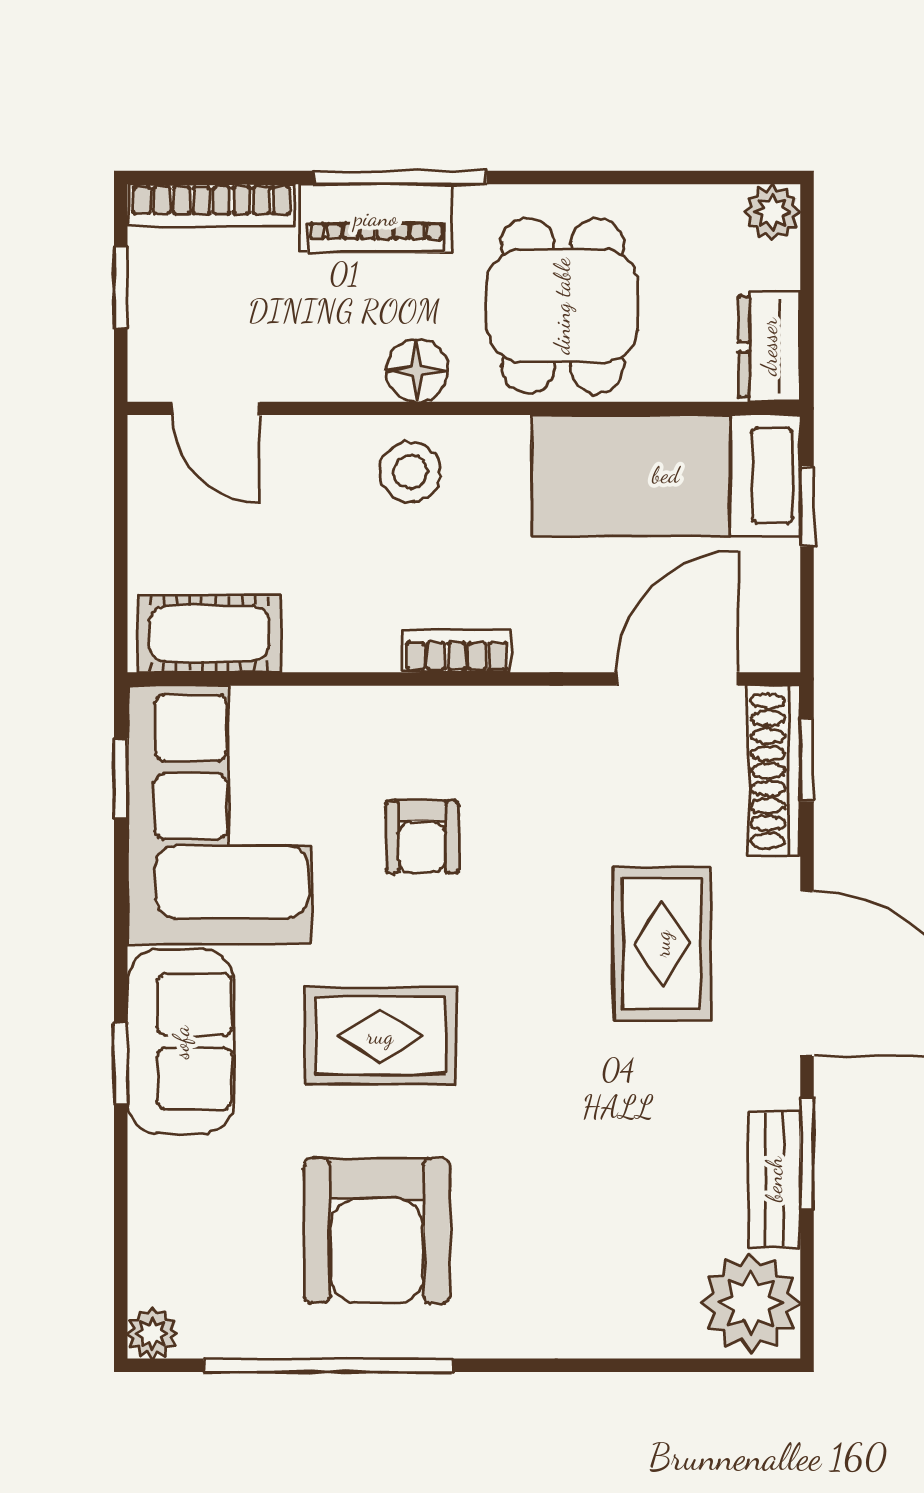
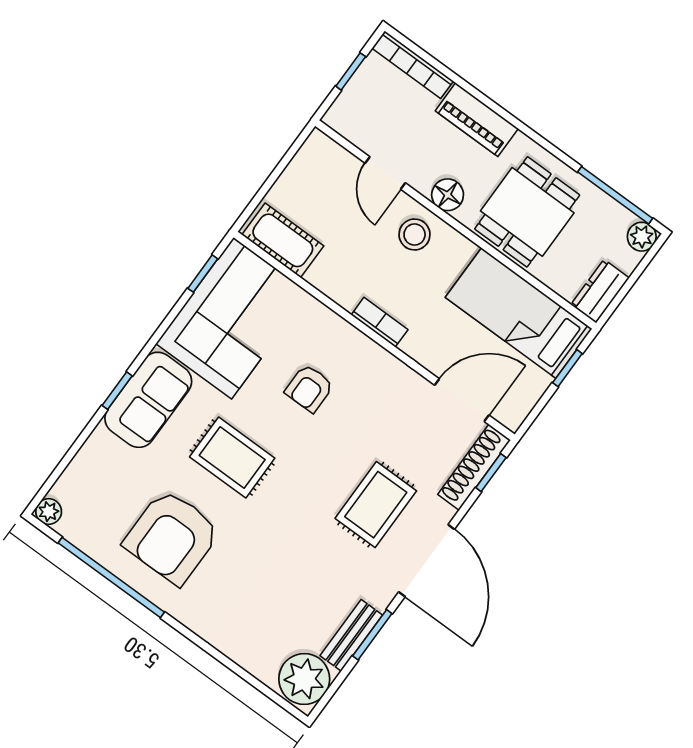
window: (400, 177) -> (615, 195), moved
door: (216, 408) -> (385, 173), moved

